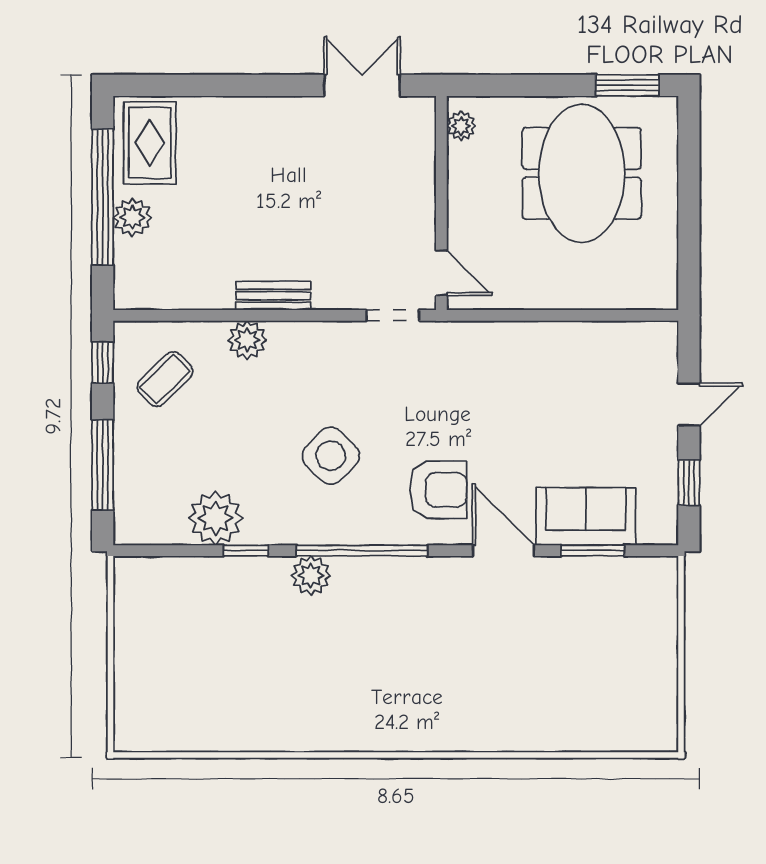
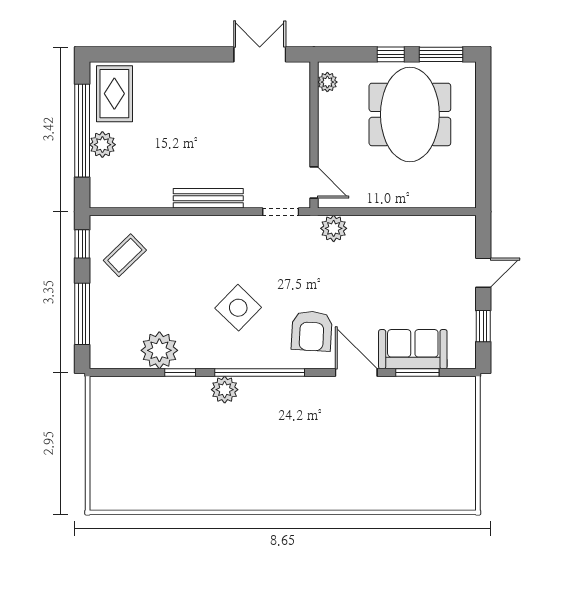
window: (554, 85) -> (391, 54), added
bench: (273, 296) -> (208, 198), width x1.36
plant: (247, 340) -> (334, 228), moved
armchair: (438, 490) -> (312, 331), turned 93

